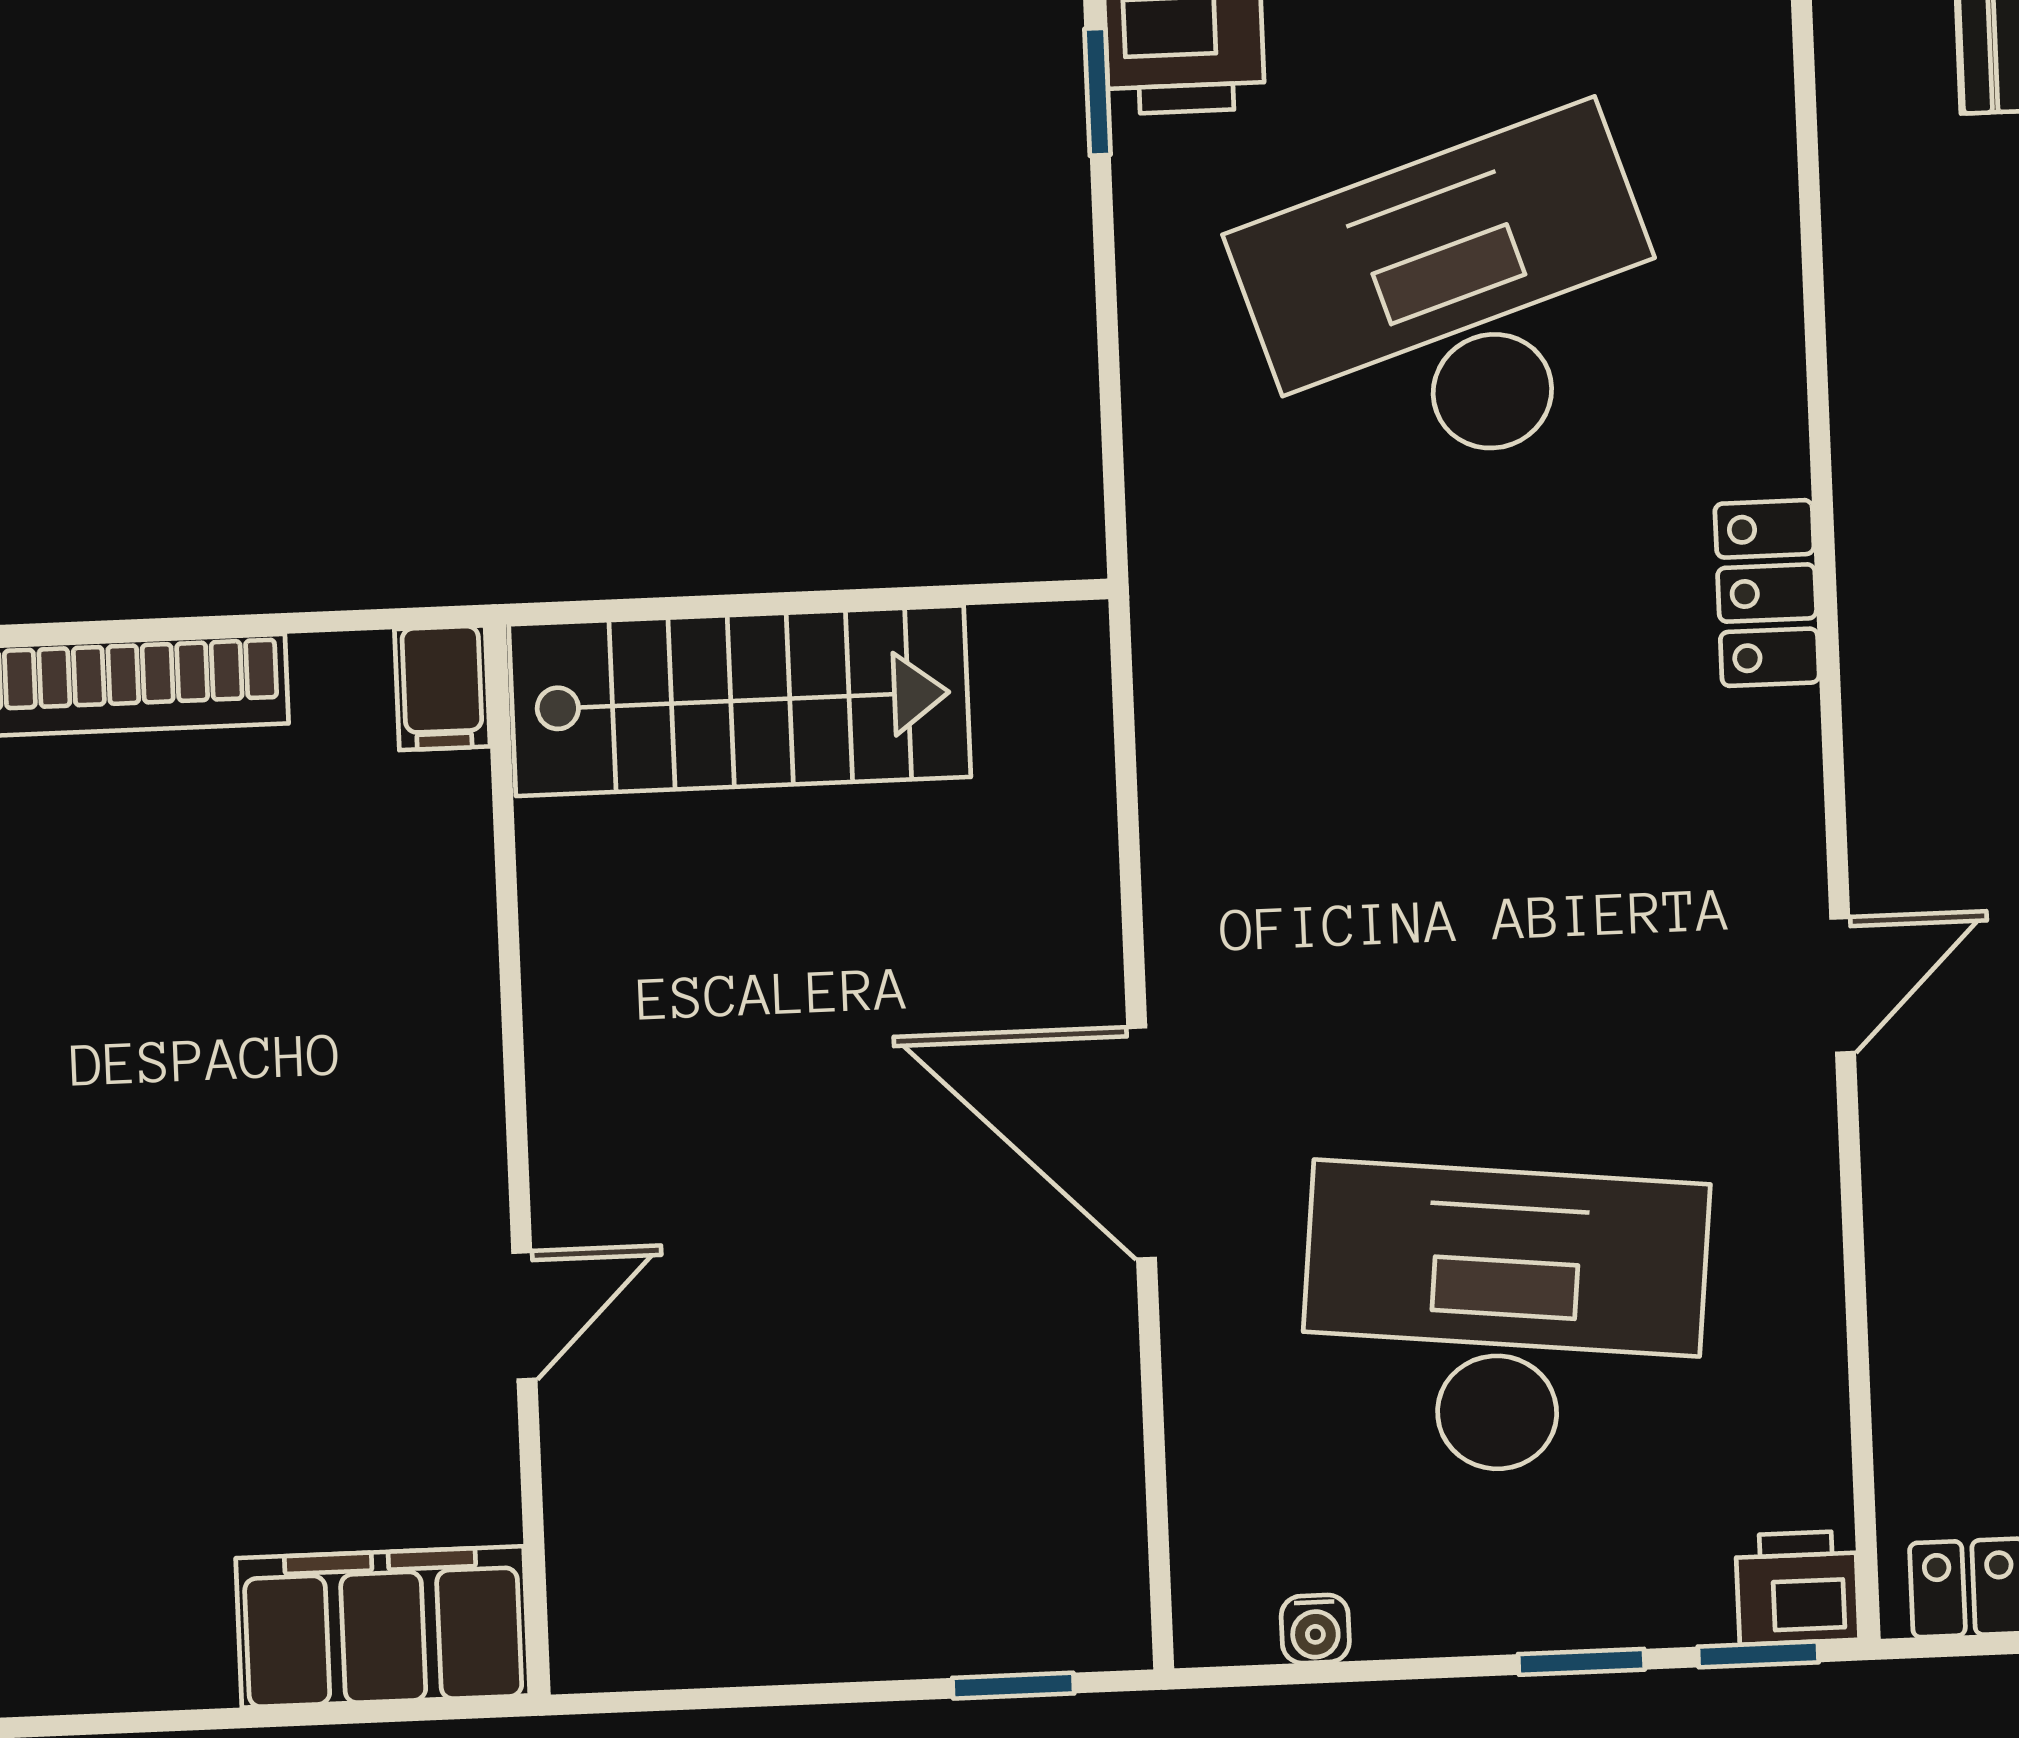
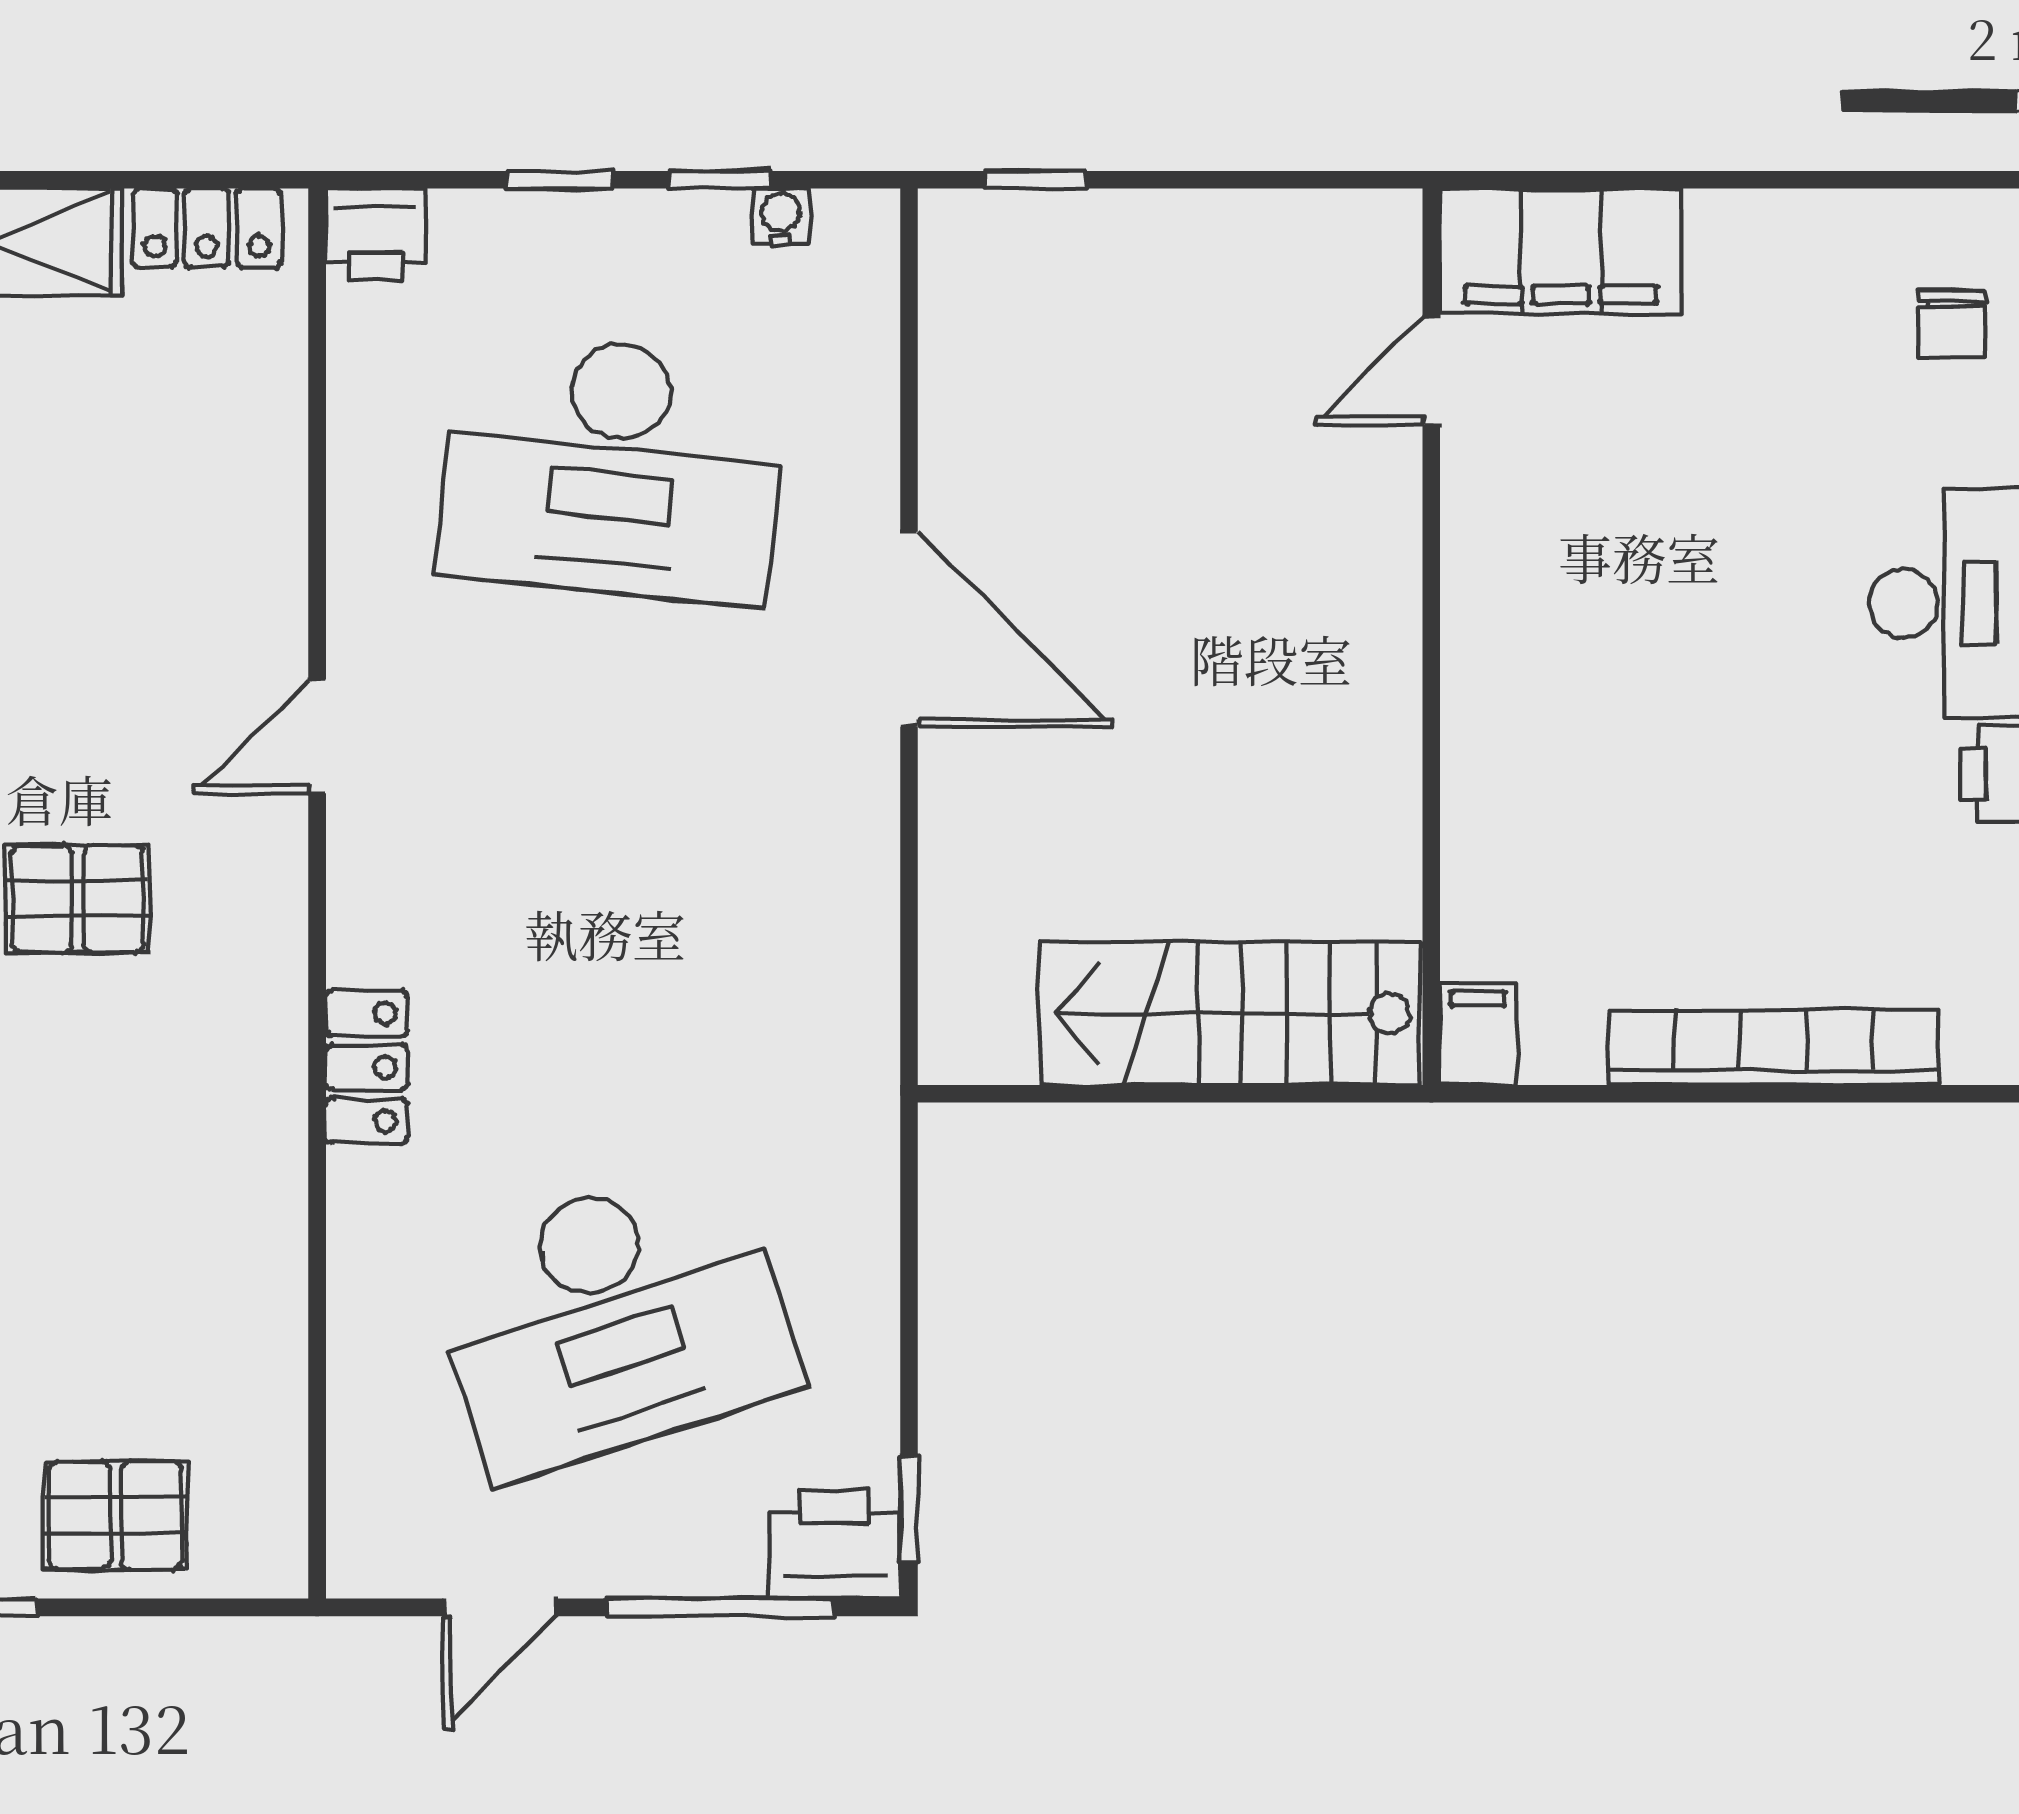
door: (524, 1316) -> (1431, 370), moved
window: (1758, 1654) -> (720, 180), moved

